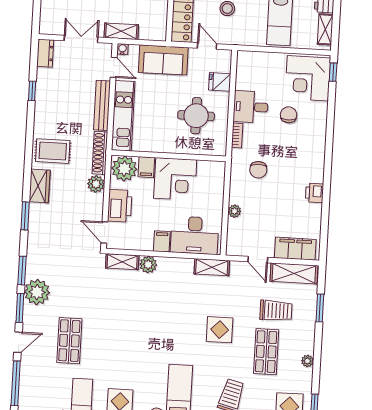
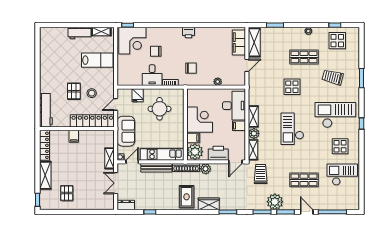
printer: (314, 193) -> (188, 32), moved
shelving: (212, 267) -> (253, 116), moved
trolley: (276, 311) -> (261, 174), moved
checkout: (152, 327) -> (292, 129), added

